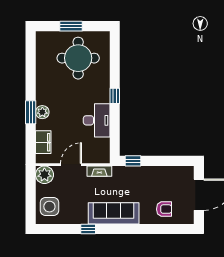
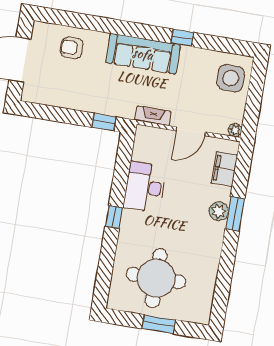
plant: (44, 175) -> (235, 130), width x0.53, depth x0.53

